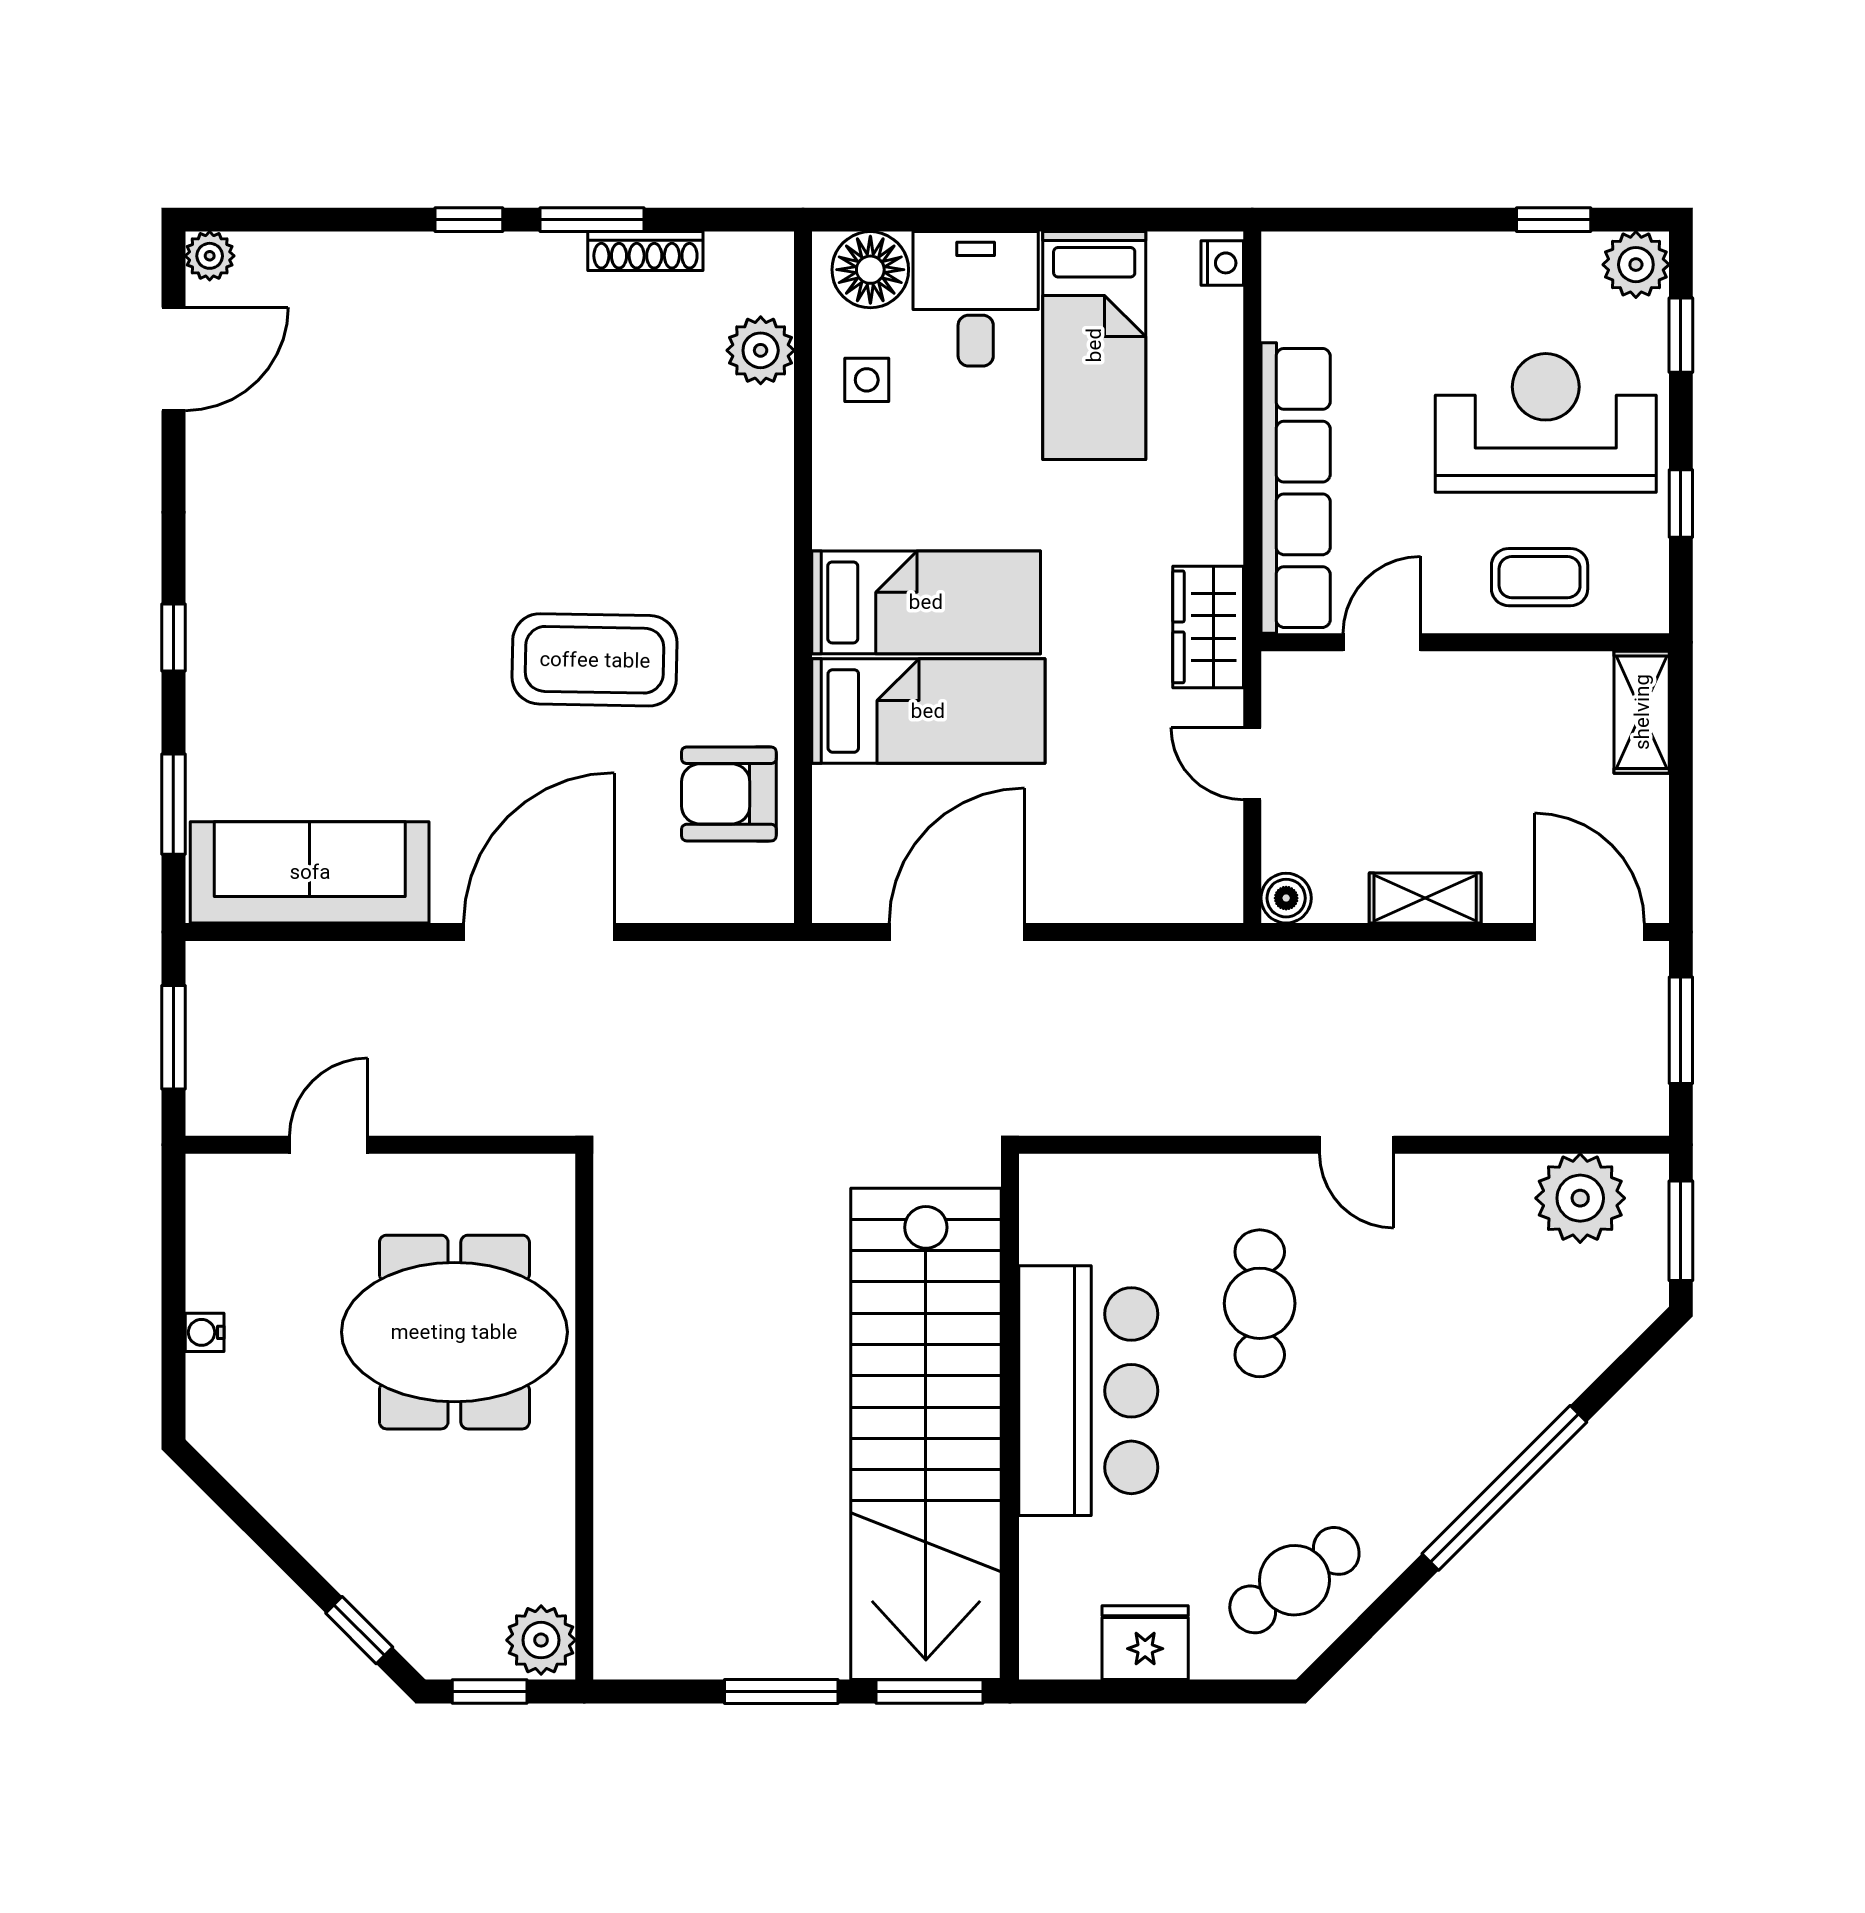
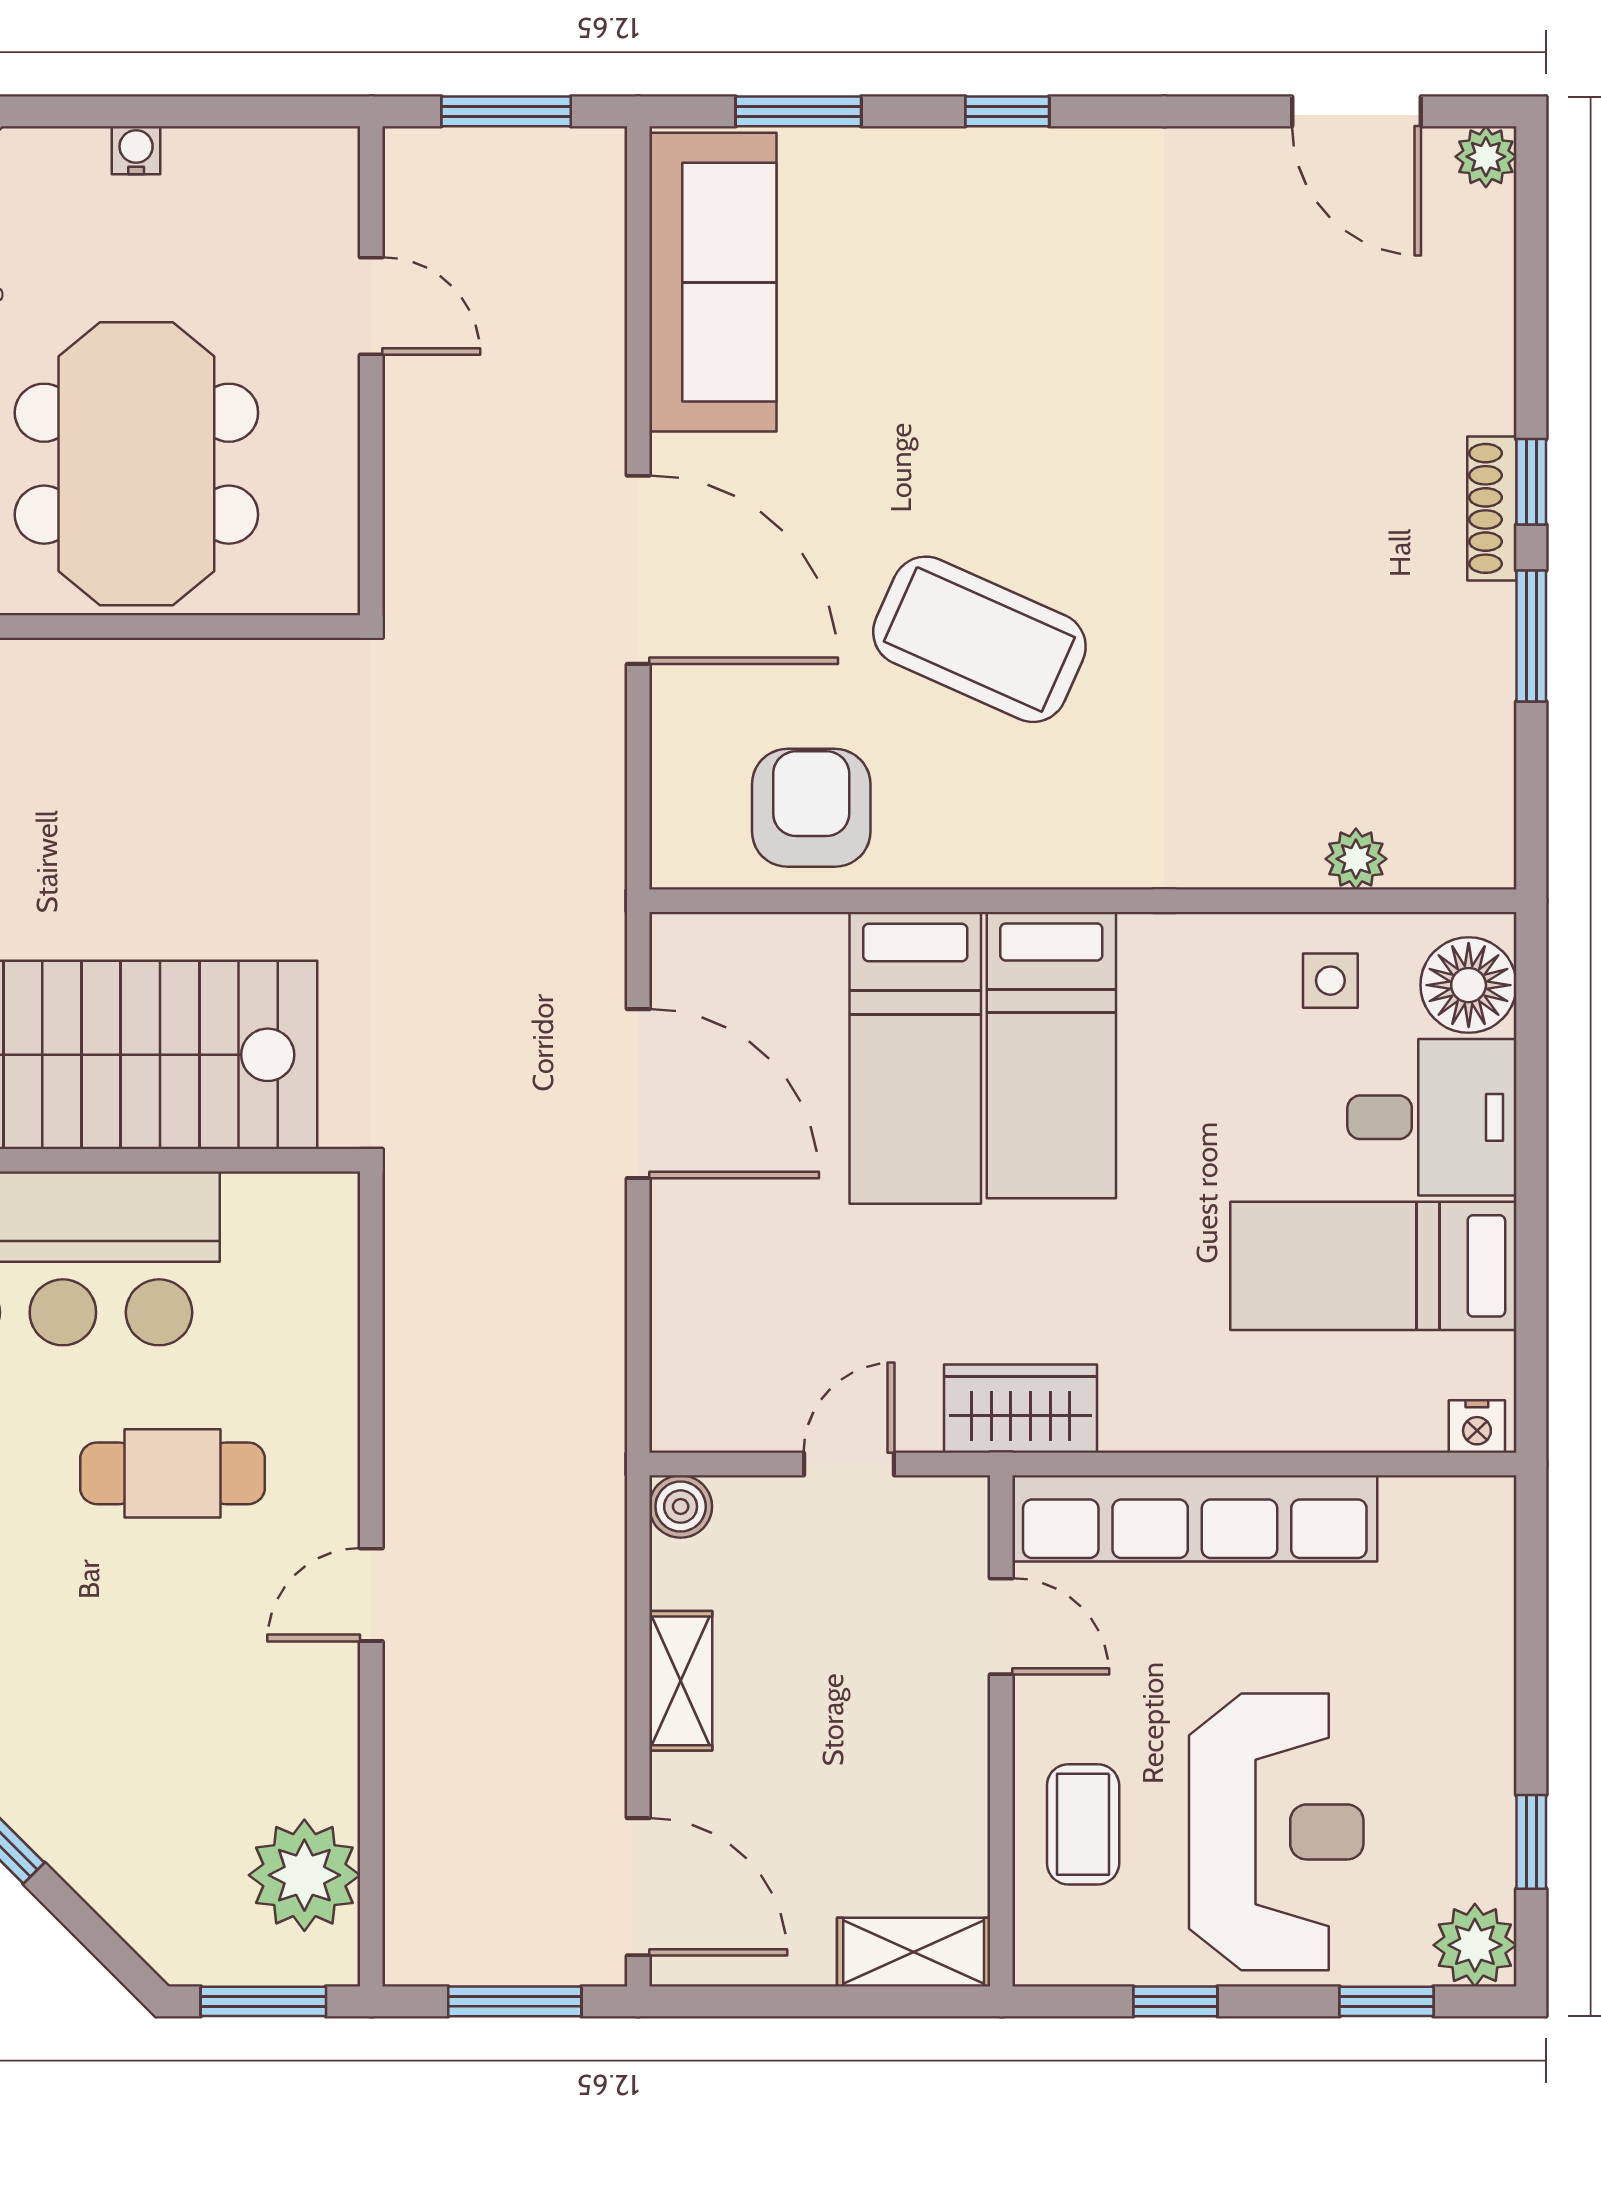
shoe rack: (645, 251) -> (1492, 508), moved
plant: (761, 350) -> (1356, 859), width x0.73, depth x0.73
coffee table: (595, 660) -> (979, 639), turned -67
door: (1589, 932) -> (638, 1887), hinge flipped

